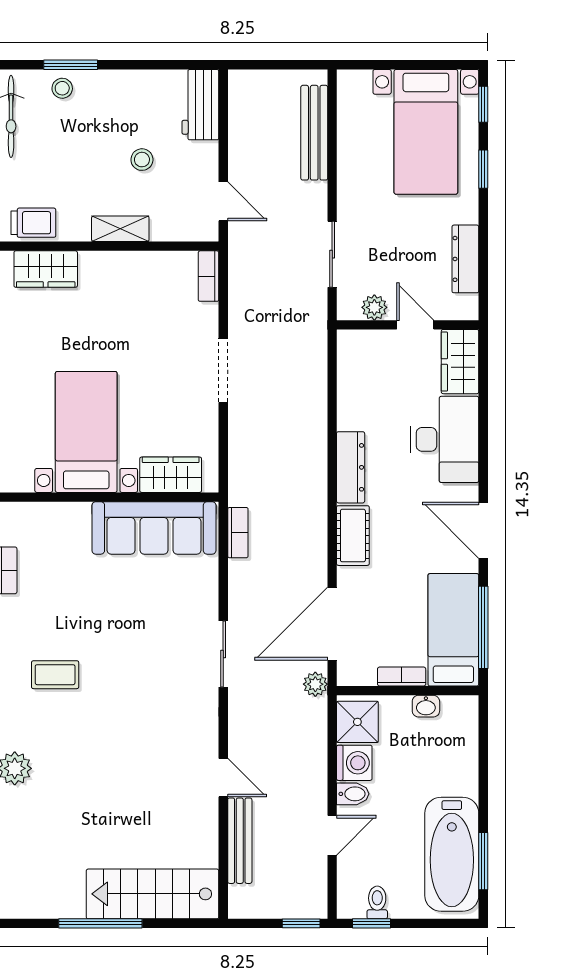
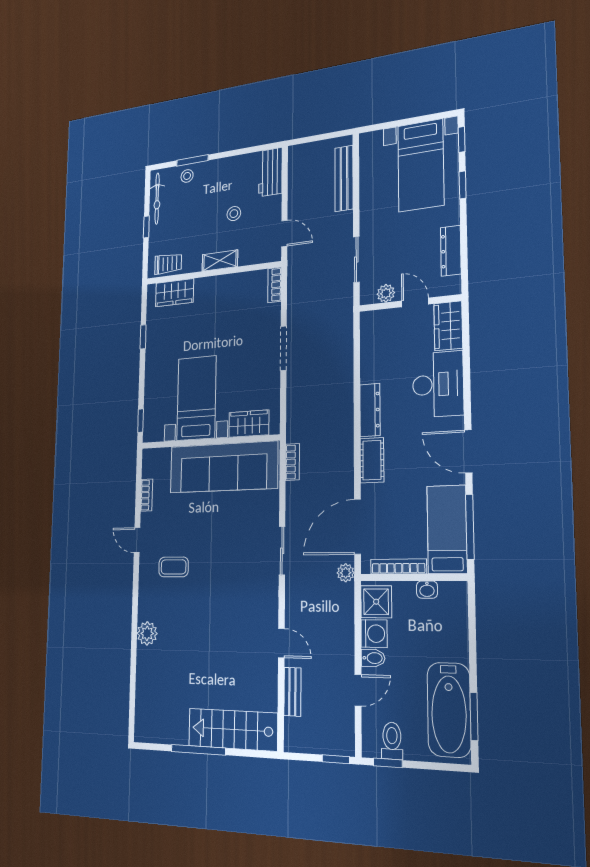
sofa: (154, 528) -> (223, 467), width x1.36, depth x1.27
bookcase: (402, 677) -> (398, 566), width x1.56
bench: (240, 841) -> (292, 692), width x0.73
toilet: (377, 902) -> (392, 741), width x1.37, depth x1.39

